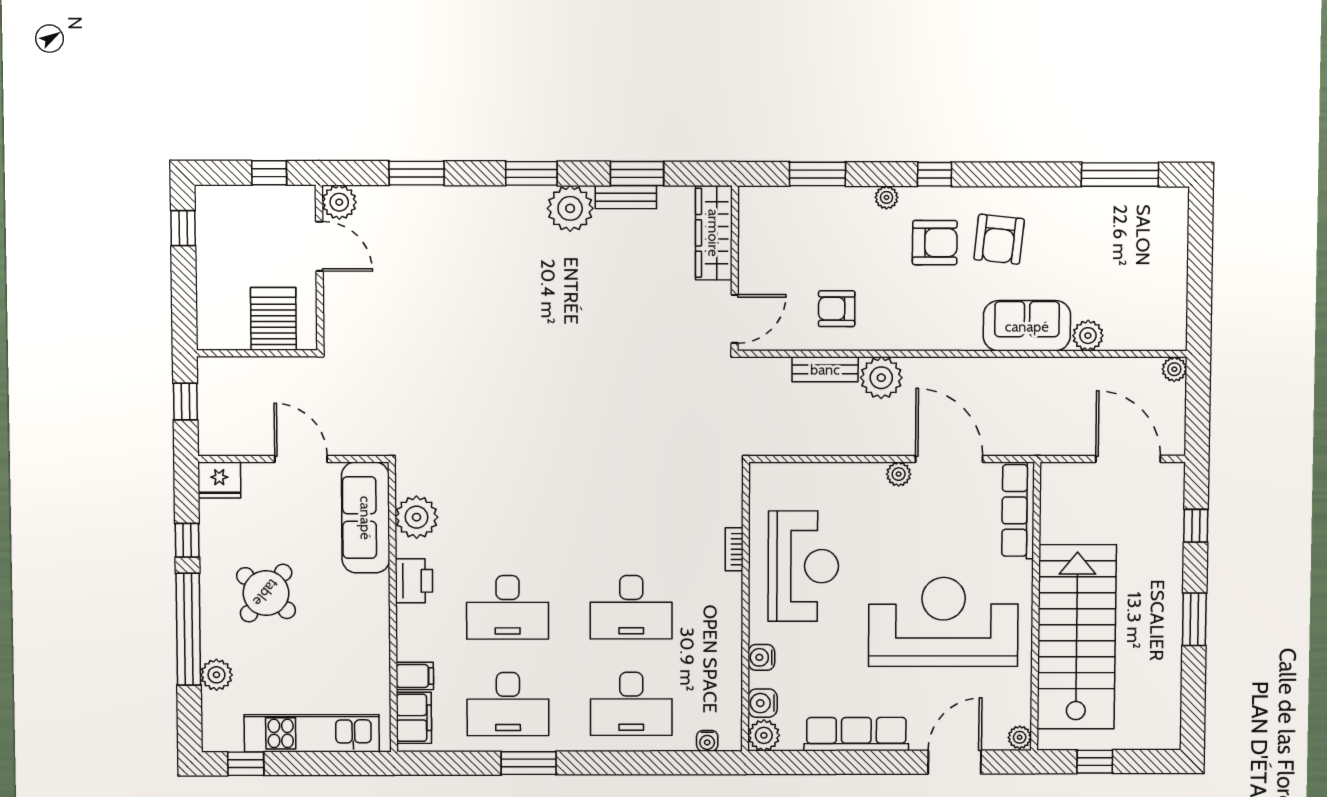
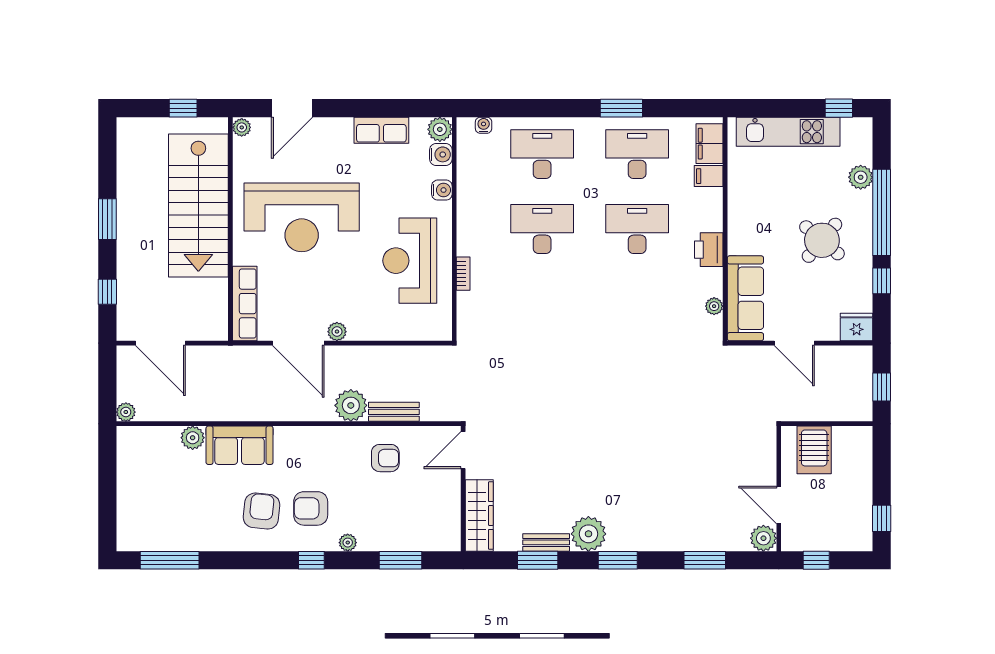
plant: (417, 517) -> (714, 306), width x0.53, depth x0.53
row of seats: (856, 734) -> (381, 130), width x0.68

